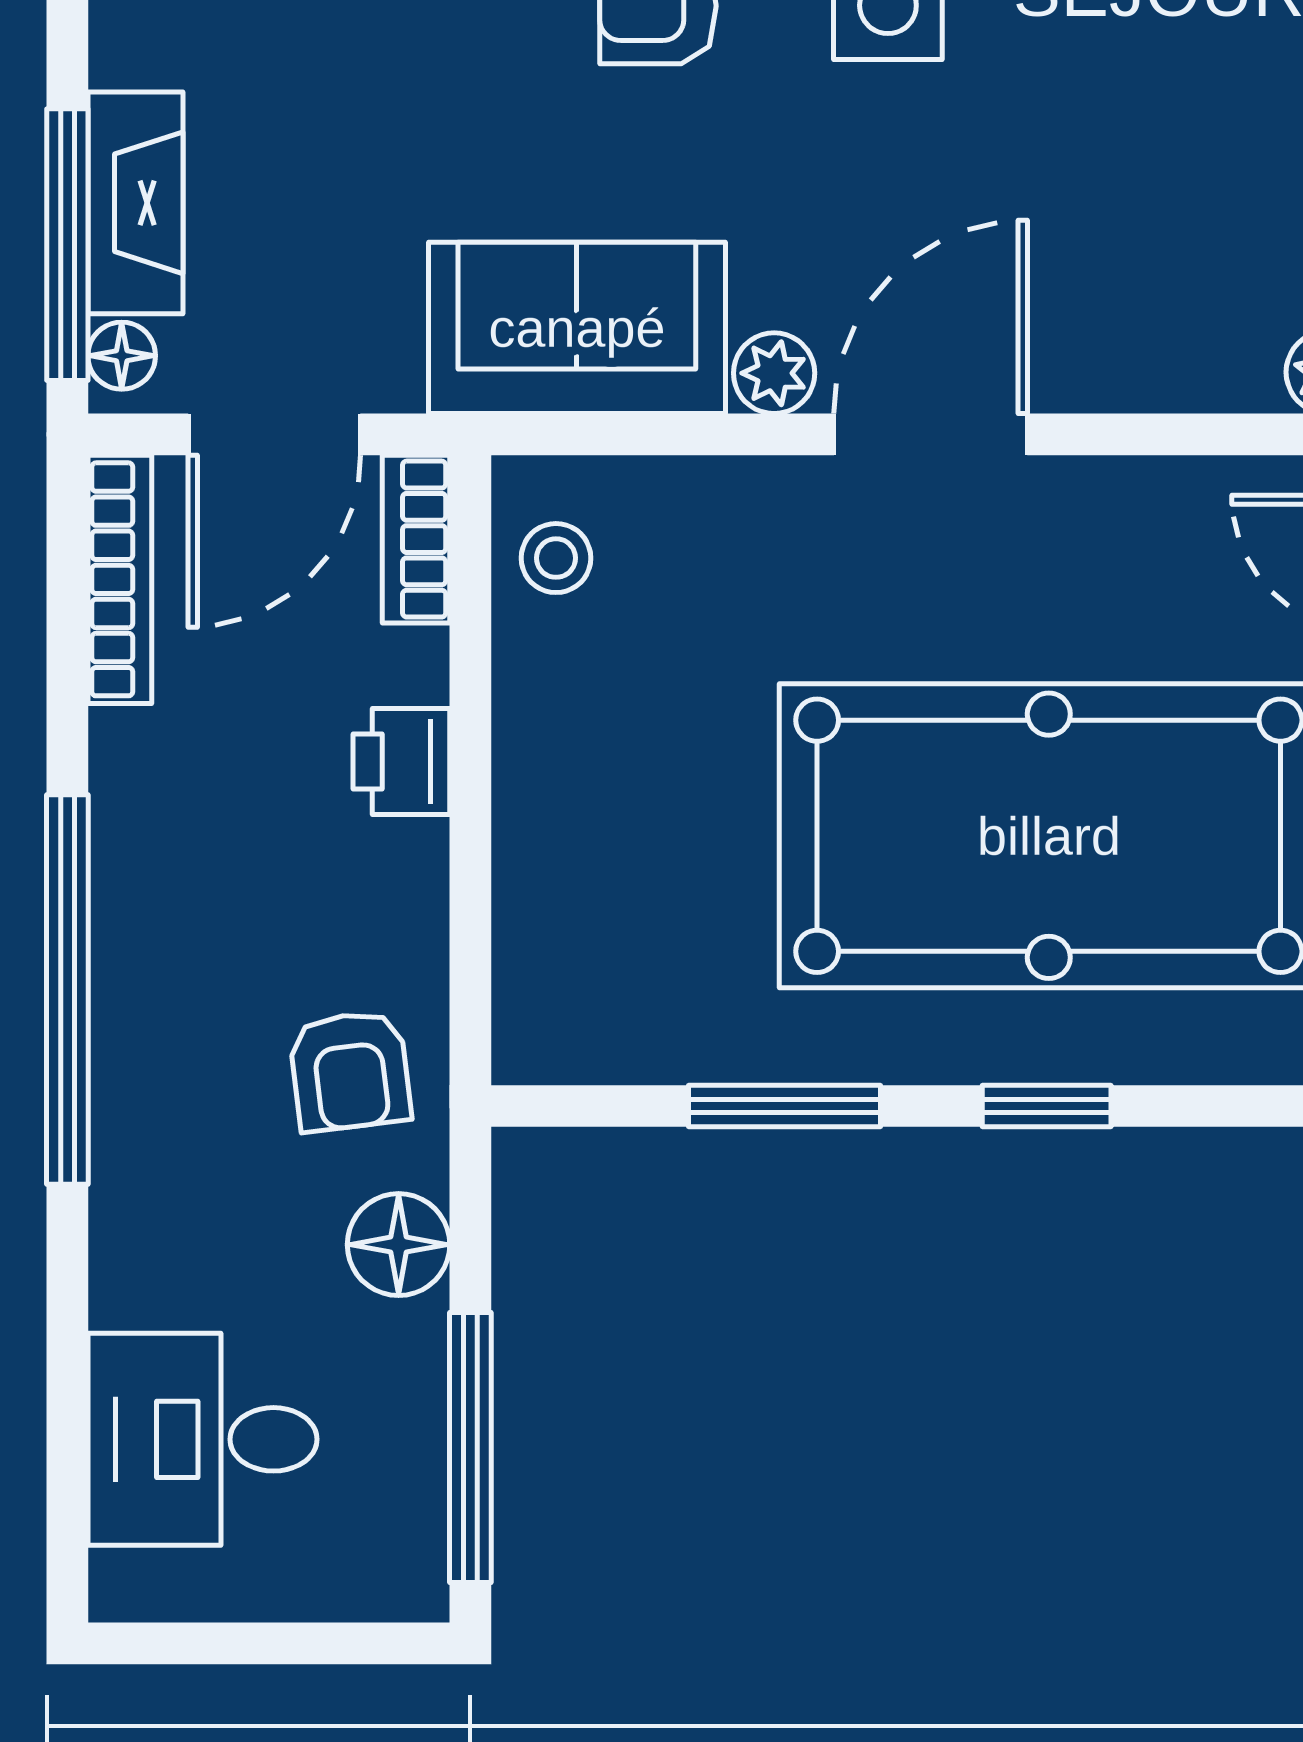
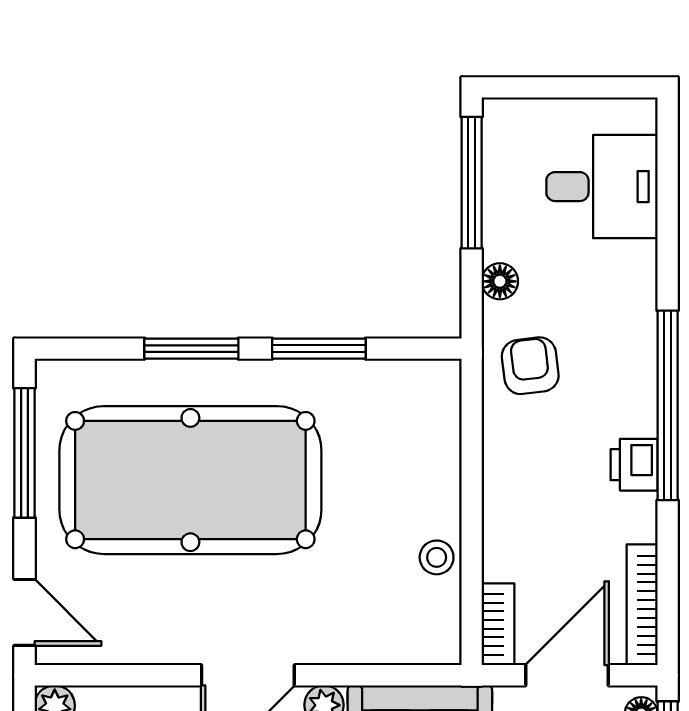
stool: (556, 558) -> (437, 557), moved
printer: (401, 762) -> (634, 465), moved, turned 180
window: (1047, 1106) -> (191, 349), width x1.50
floor lamp: (399, 1245) -> (500, 281), width x0.73, depth x0.73

